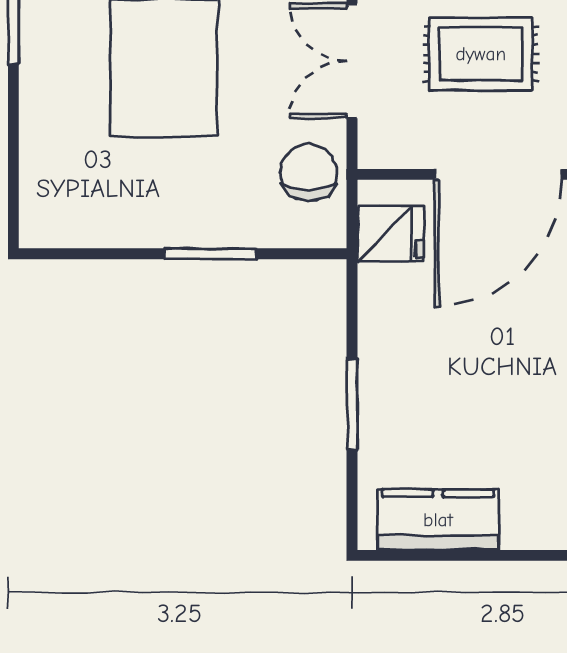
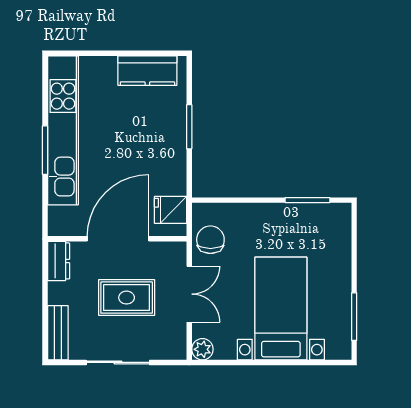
chair: (308, 173) -> (210, 240), turned 180
window: (211, 254) -> (307, 200), moved

